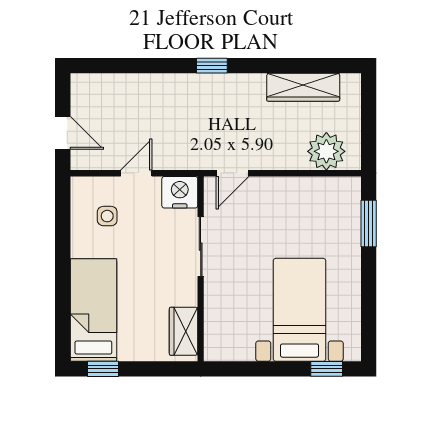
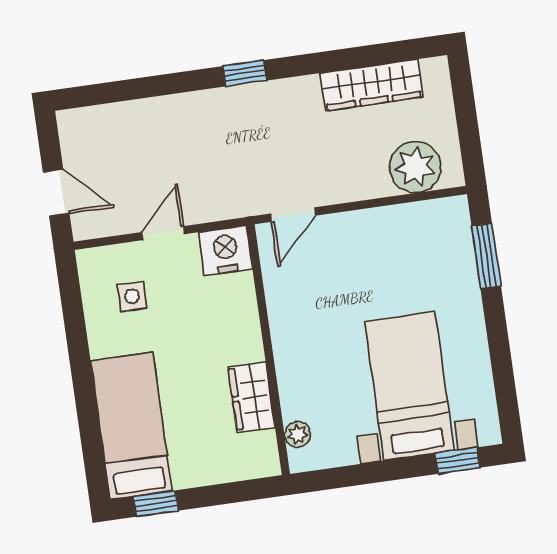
sliding door: (201, 247) -> (264, 320), removed
wardrobe: (184, 331) -> (251, 397), moved
plant: (213, 333) -> (298, 434), added

